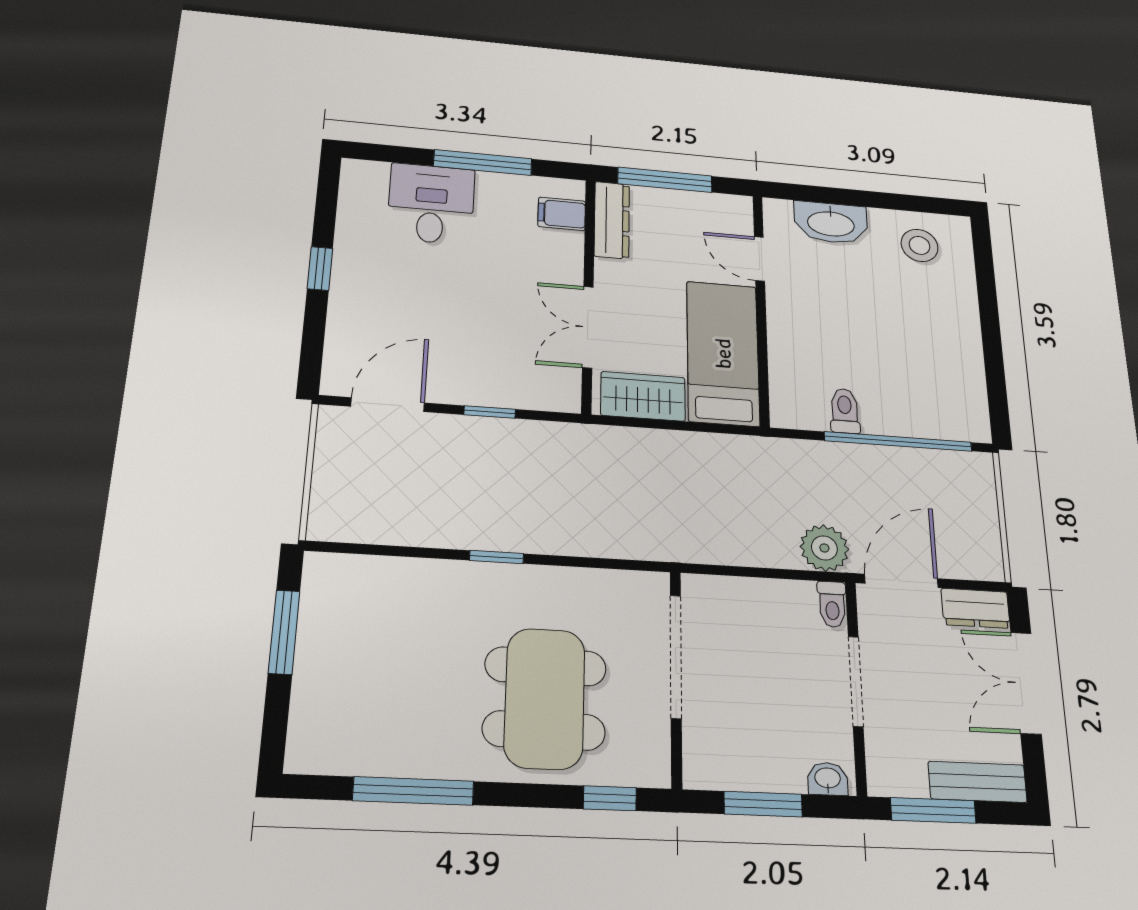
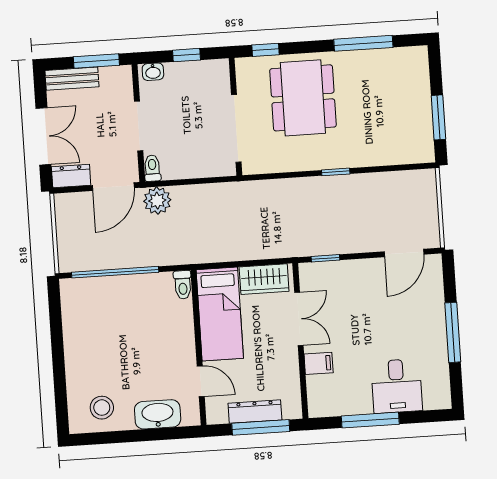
filing cabinet: (562, 214) -> (319, 363), moved
dresser: (612, 220) -> (255, 412), moved, turned 90
window: (320, 269) -> (453, 332), width x2.17
toilet: (845, 411) -> (183, 285), moved
window: (490, 412) -> (325, 258), moved
window: (763, 804) -> (187, 55), width x0.67

